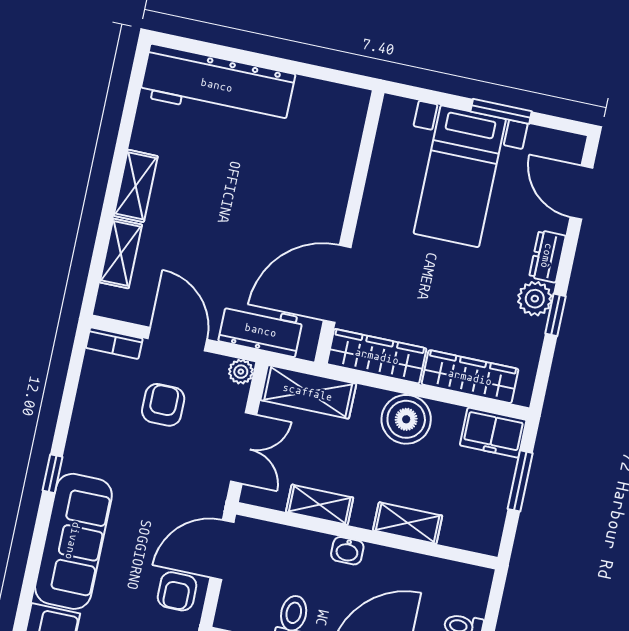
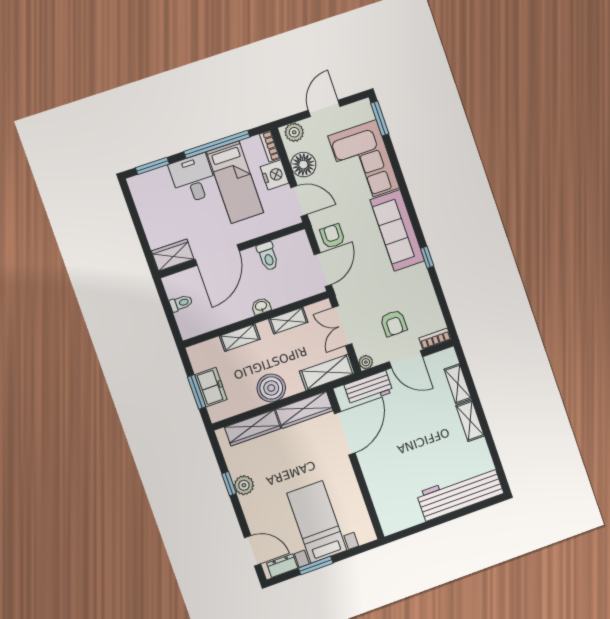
dresser: (547, 256) -> (282, 566), moved, turned -90
freezer: (493, 433) -> (211, 387), moved, turned 90

